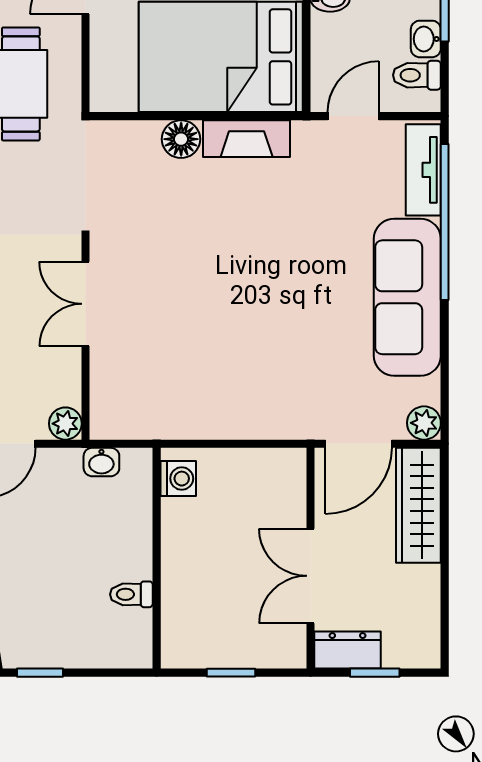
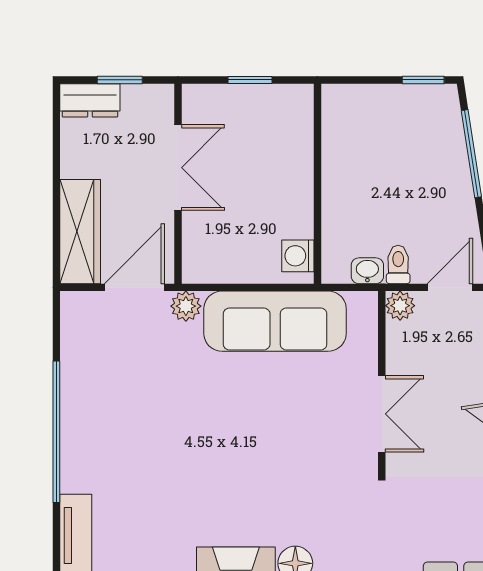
window: (445, 222) -> (56, 432), moved
sofa: (407, 297) -> (275, 321), moved, turned 90
plant: (424, 423) -> (186, 306), moved
toilet: (131, 594) -> (398, 264), moved, turned -90
dresser: (347, 650) -> (90, 100), moved

